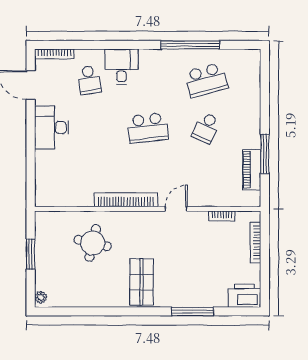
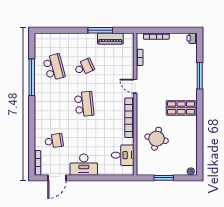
desk: (121, 67) -> (123, 155), moved, turned 180
school desk: (206, 128) -> (84, 67), turned -48
printer: (244, 296) -> (192, 38), width x0.53, depth x0.68

